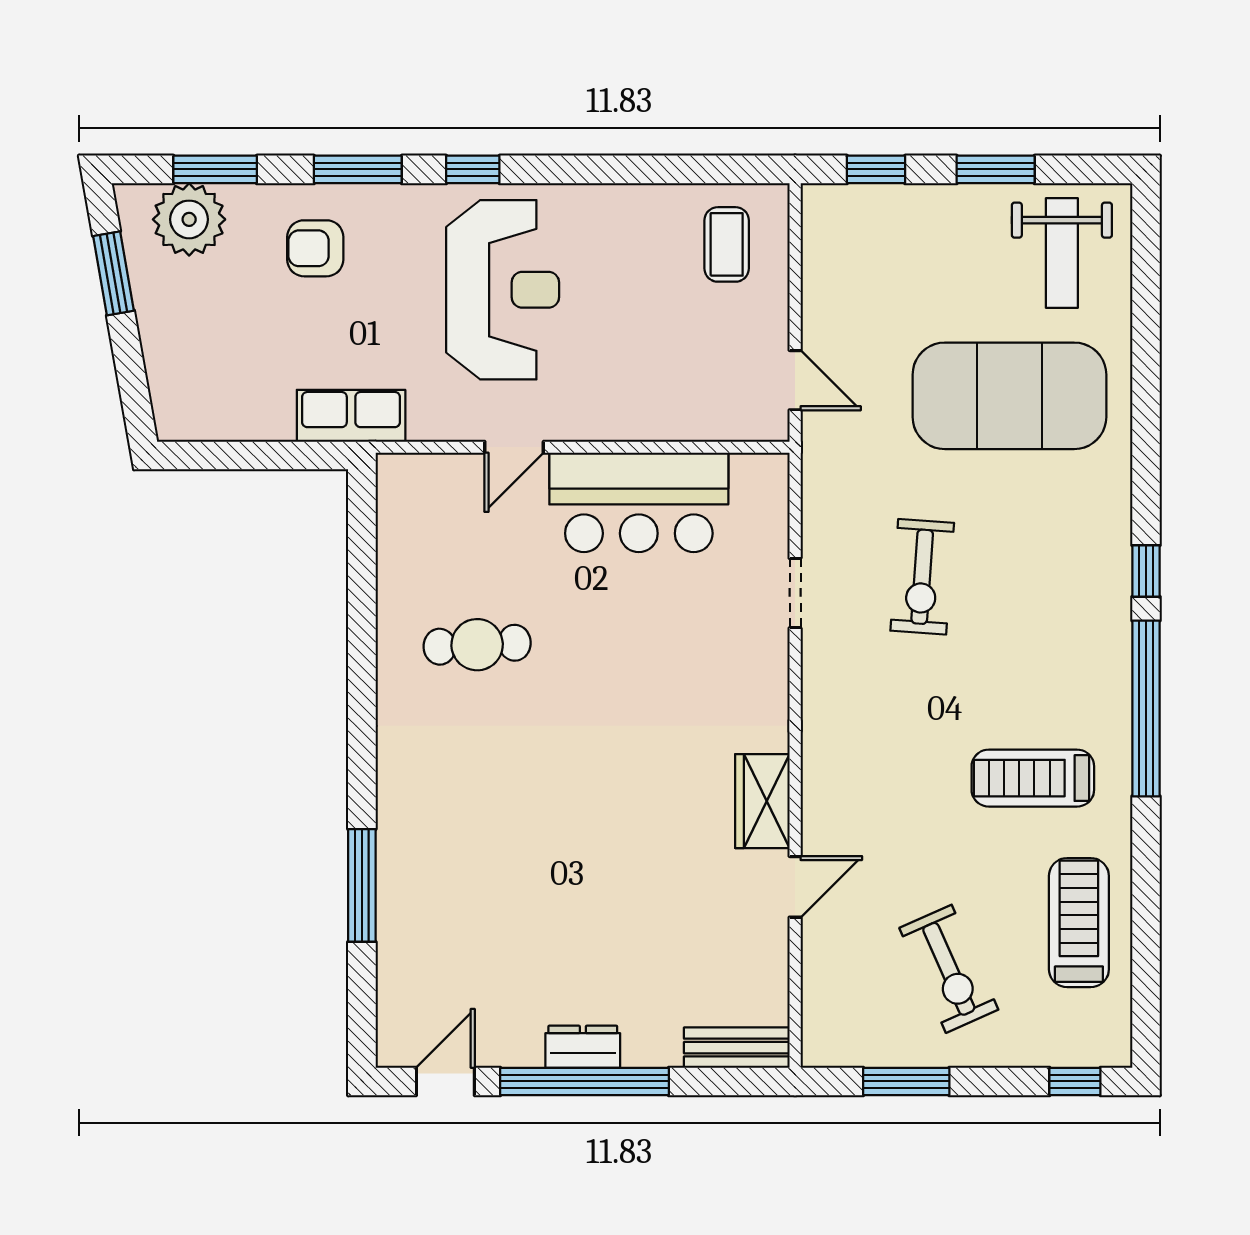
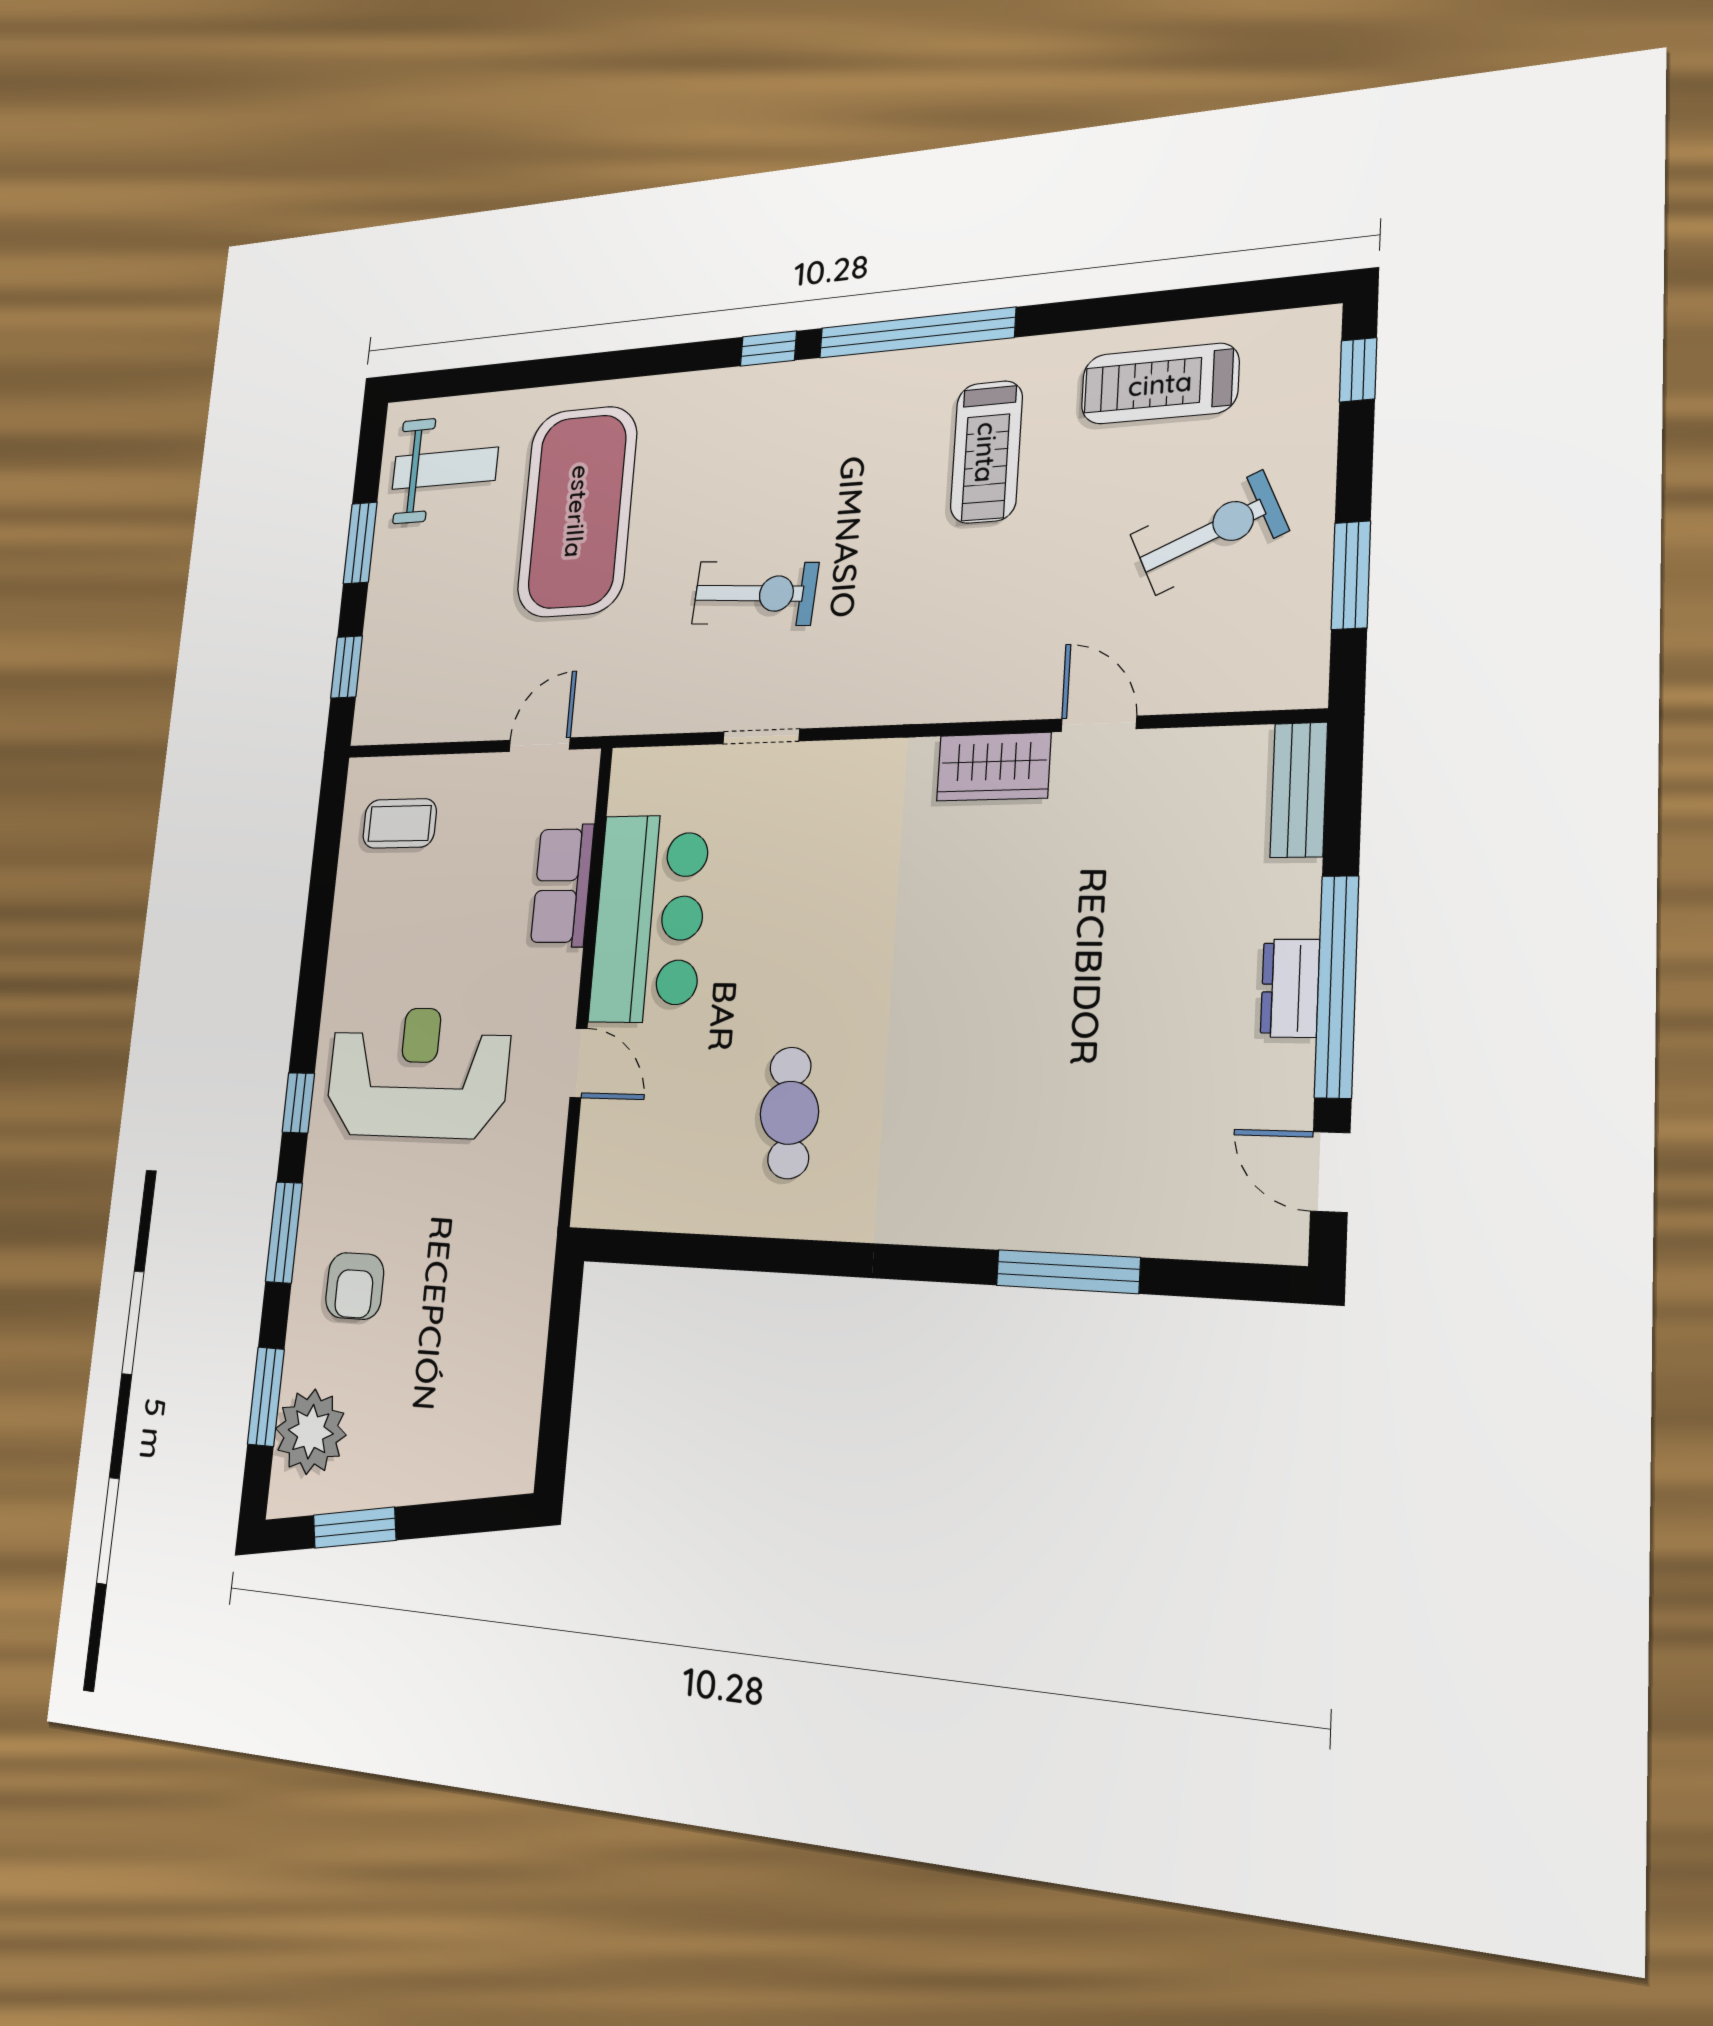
row of seats: (351, 416) -> (562, 886), moved

